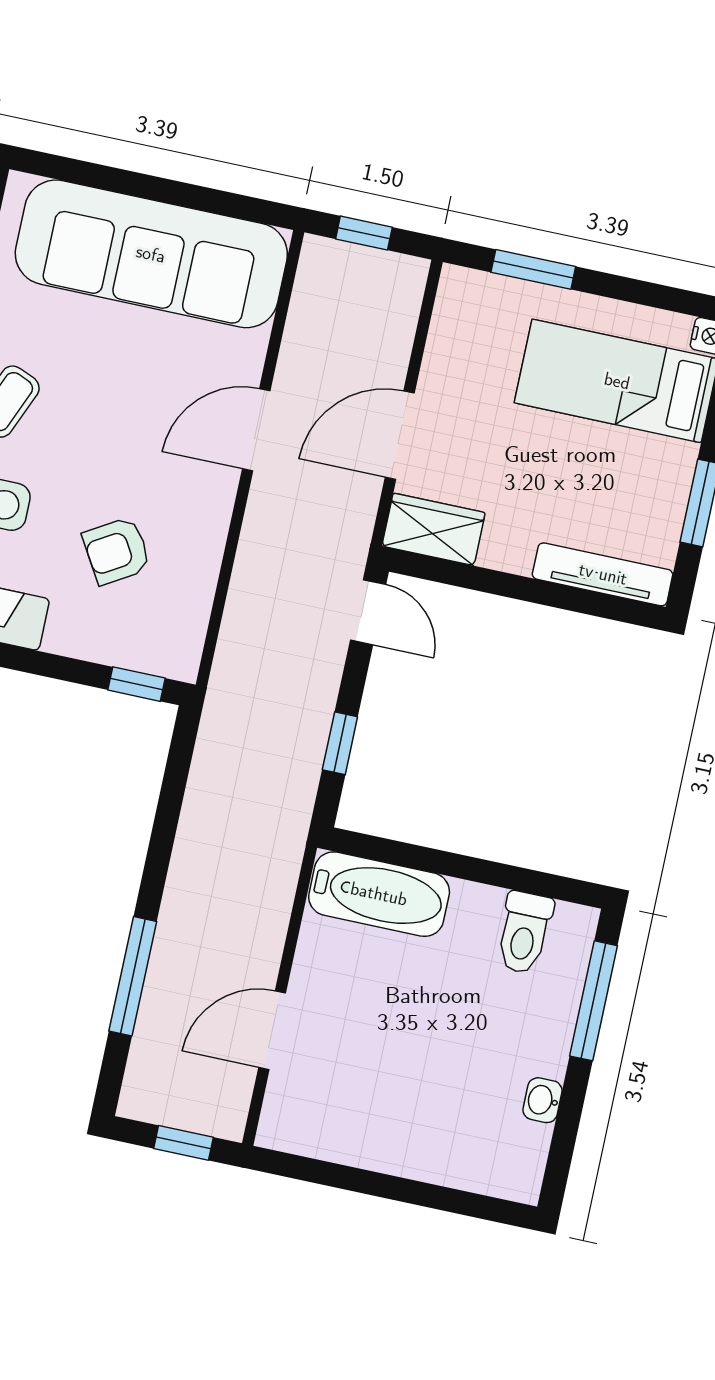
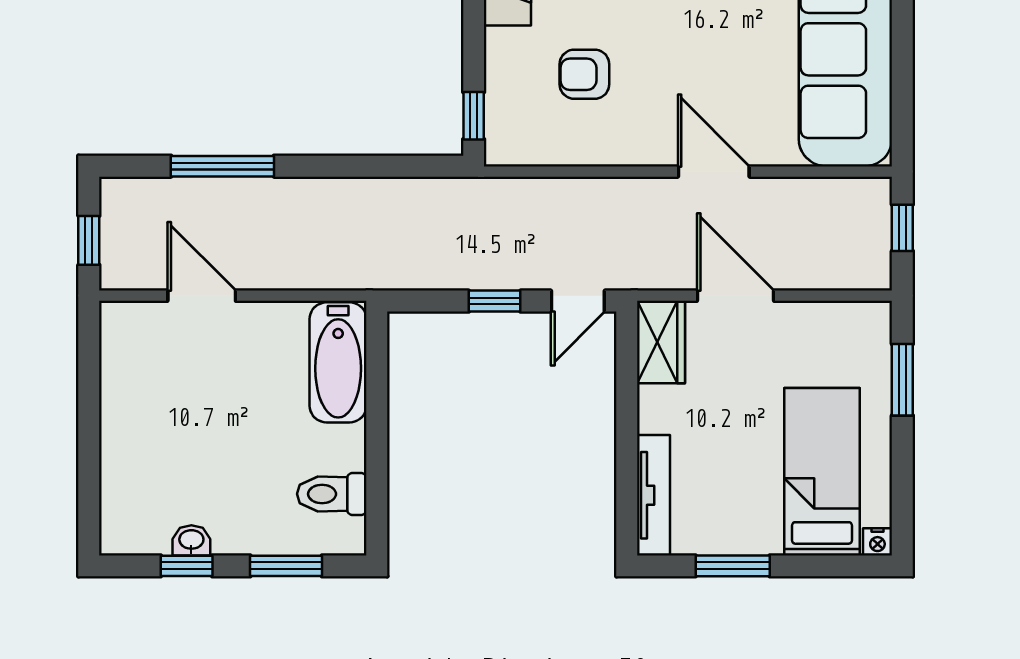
armchair: (117, 551) -> (584, 74), turned -59
window: (340, 743) -> (495, 301), moved
window: (593, 1001) -> (286, 566), width x0.69
window: (570, 1112) -> (187, 566), added

